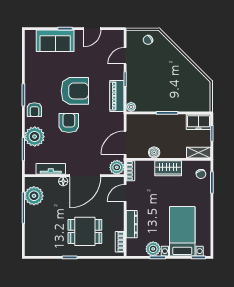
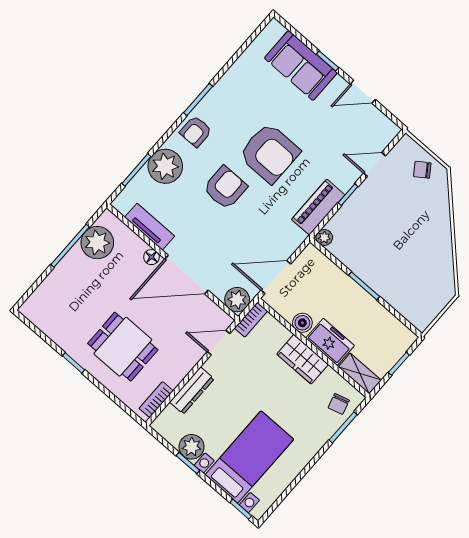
freezer: (199, 122) -> (330, 342), moved, turned 180

